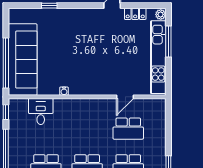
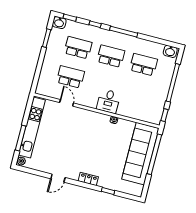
locker: (135, 14) -> (88, 179), moved
door: (125, 97) -> (67, 103), hinge flipped
desk: (41, 111) -> (109, 101), moved

